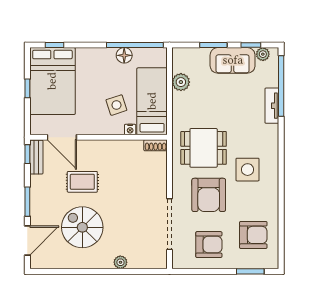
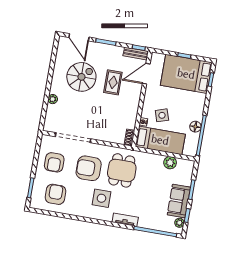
tv unit: (272, 106) -> (125, 220), moved
armchair: (253, 235) -> (56, 194), turned 180

